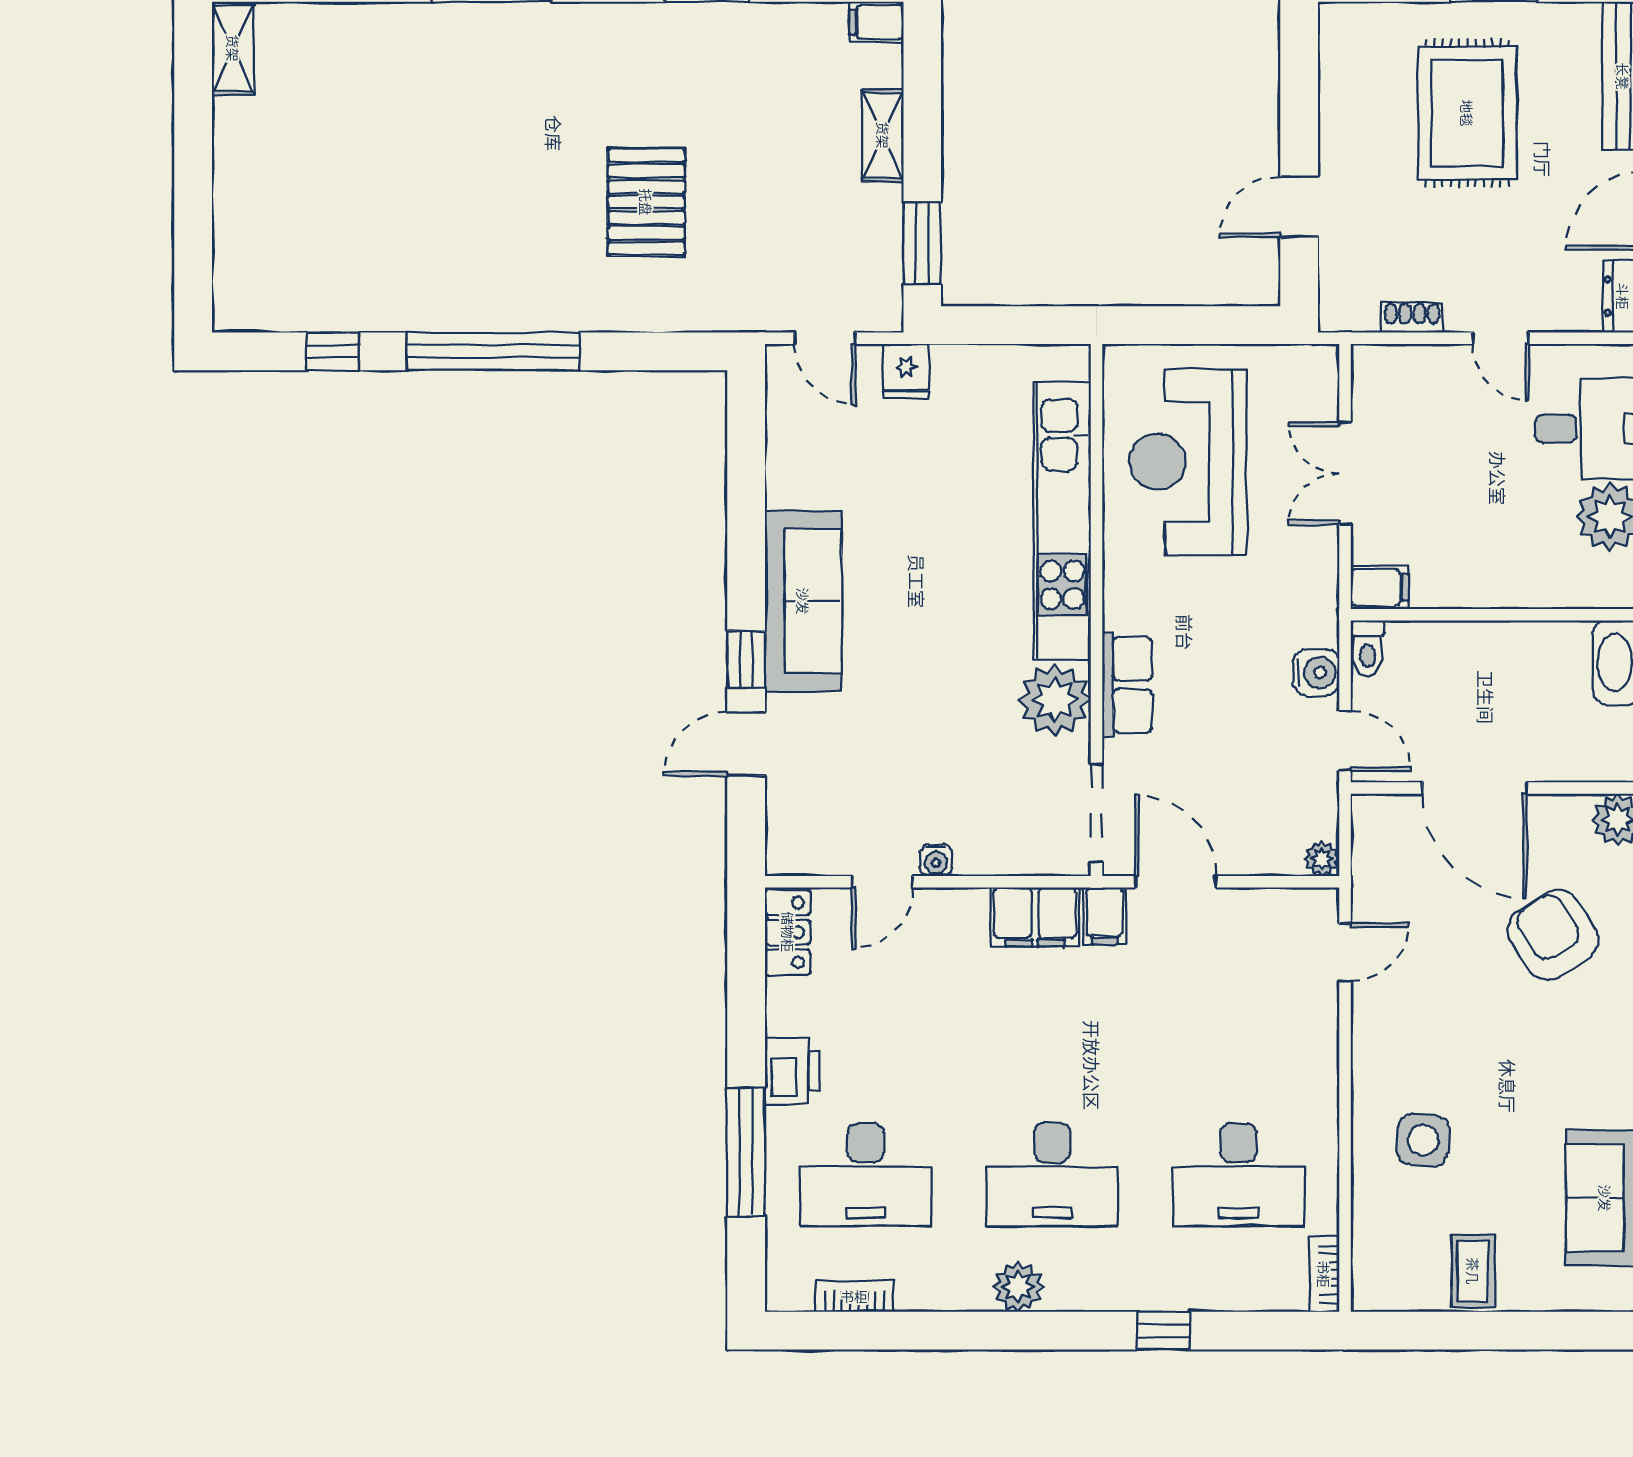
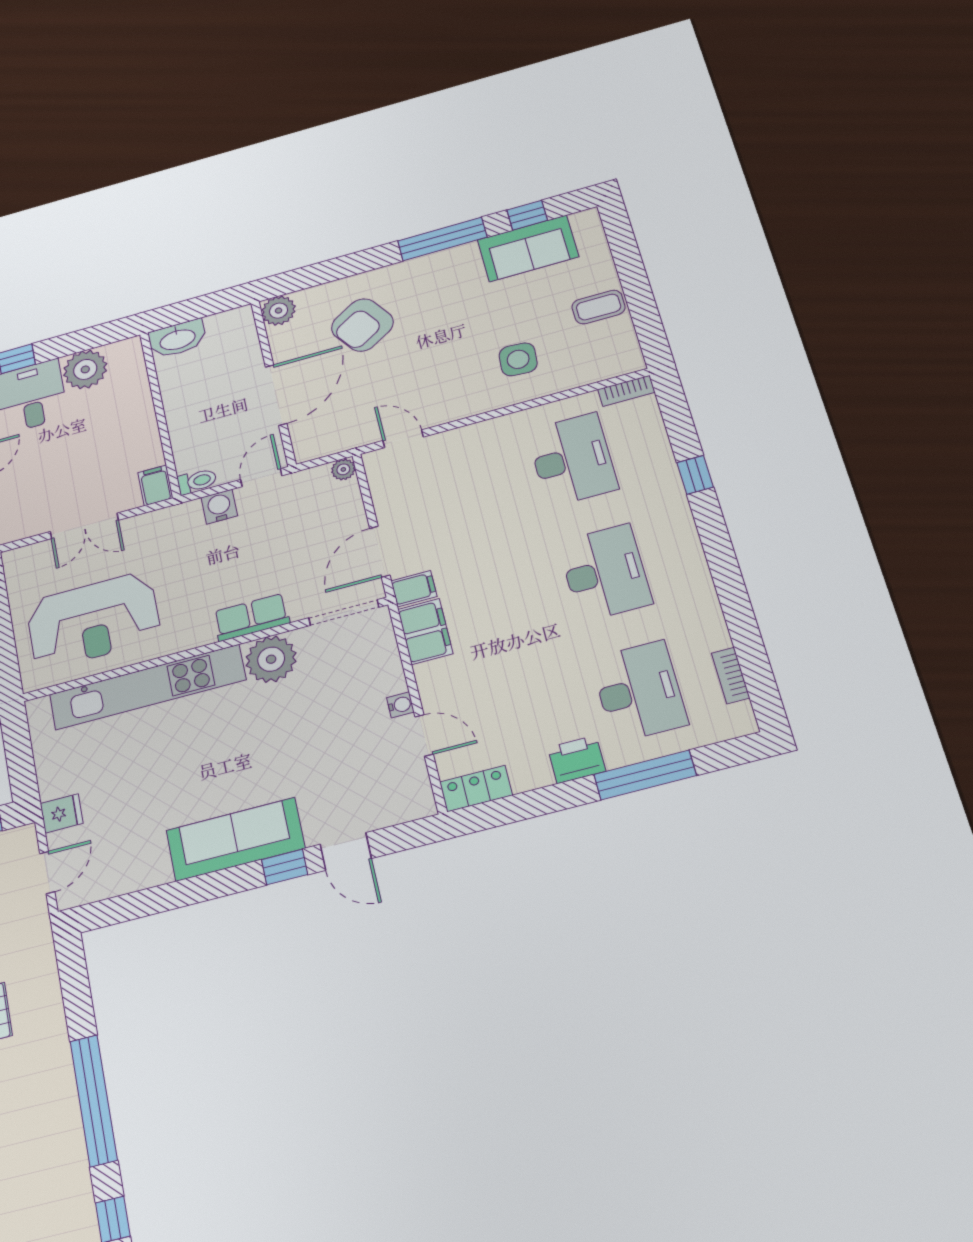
plant: (1018, 1287) -> (691, 572), removed

